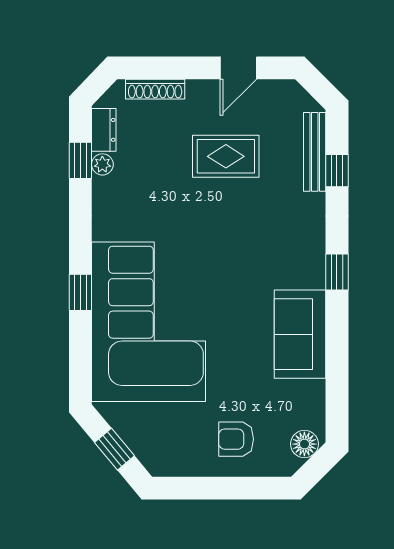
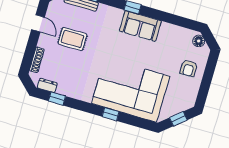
rug: (226, 156) -> (72, 39), turned 90
plant: (102, 164) -> (61, 90), removed
sofa: (300, 334) -> (140, 26), moved

